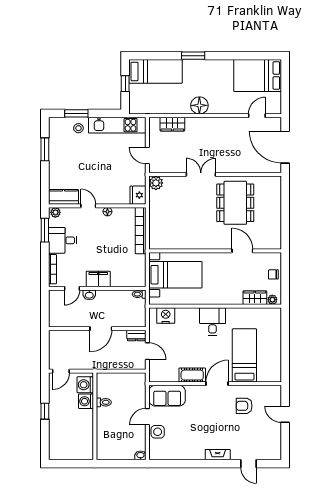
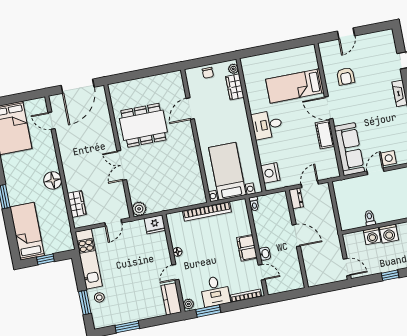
bookcase: (141, 231) -> (207, 211), moved
washing machine: (85, 385) -> (389, 234), moved
sofa: (167, 396) -> (349, 149), width x1.36
door: (147, 417) -> (375, 171), swing flipped

